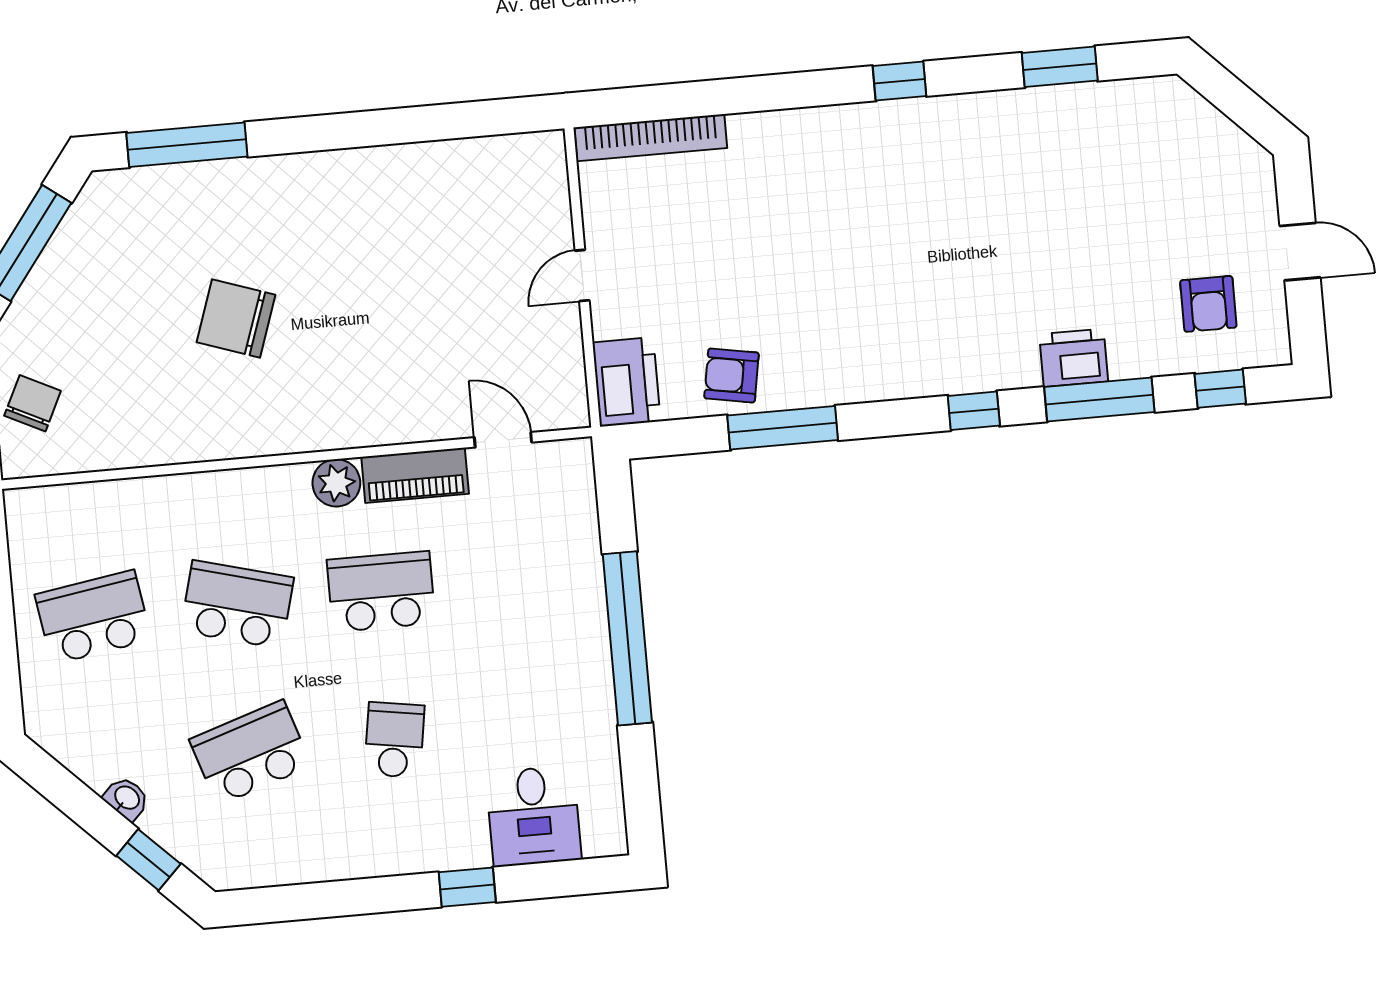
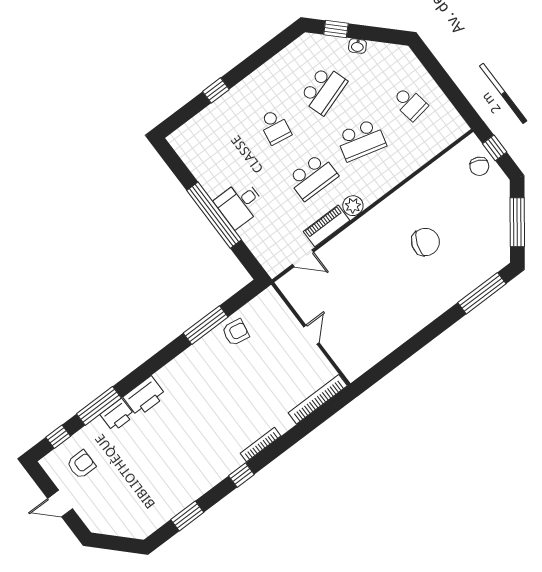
bookcase: (823, 118) -> (261, 445), added
armchair: (1208, 304) -> (81, 464), turned 90
printer: (627, 382) -> (145, 396), moved, turned -90
window: (974, 411) -> (141, 374), removed
school desk: (93, 617) -> (410, 103), width x0.54
desk: (534, 816) -> (240, 204), moved, turned -90

